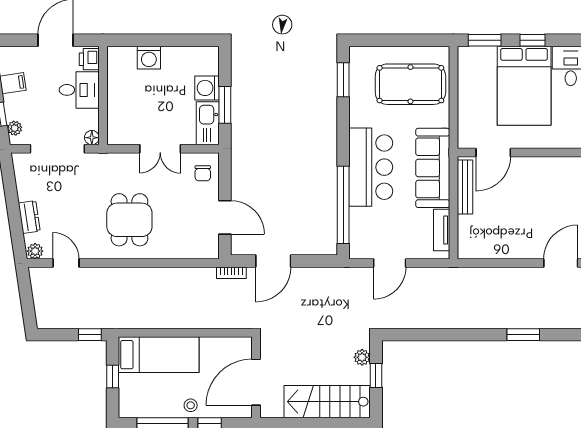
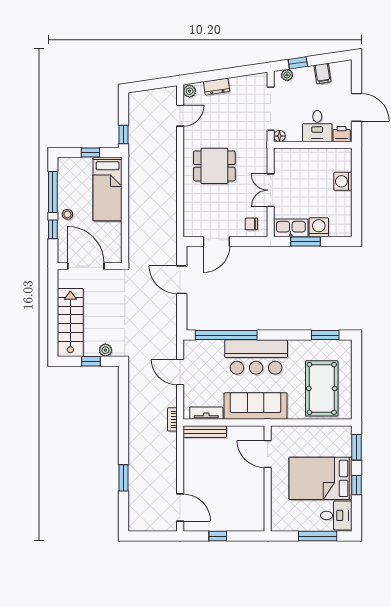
bench: (465, 187) -> (205, 432), moved
bookcase: (231, 273) -> (172, 419), moved

